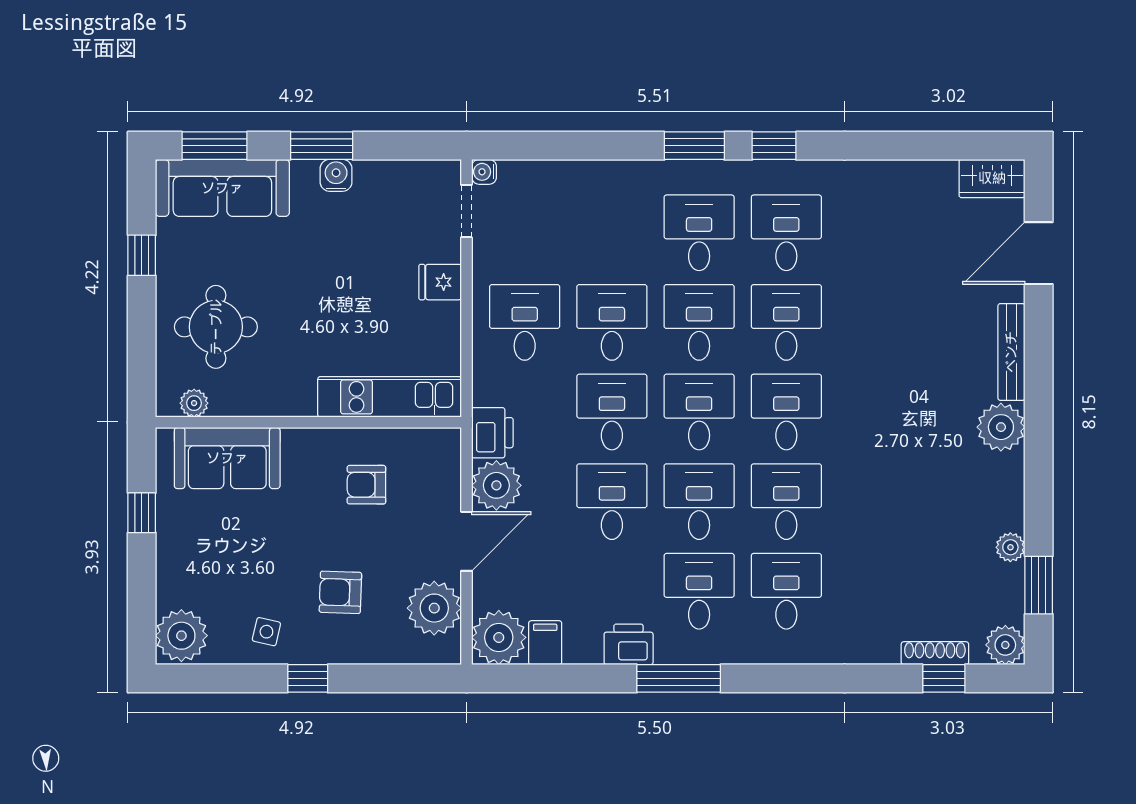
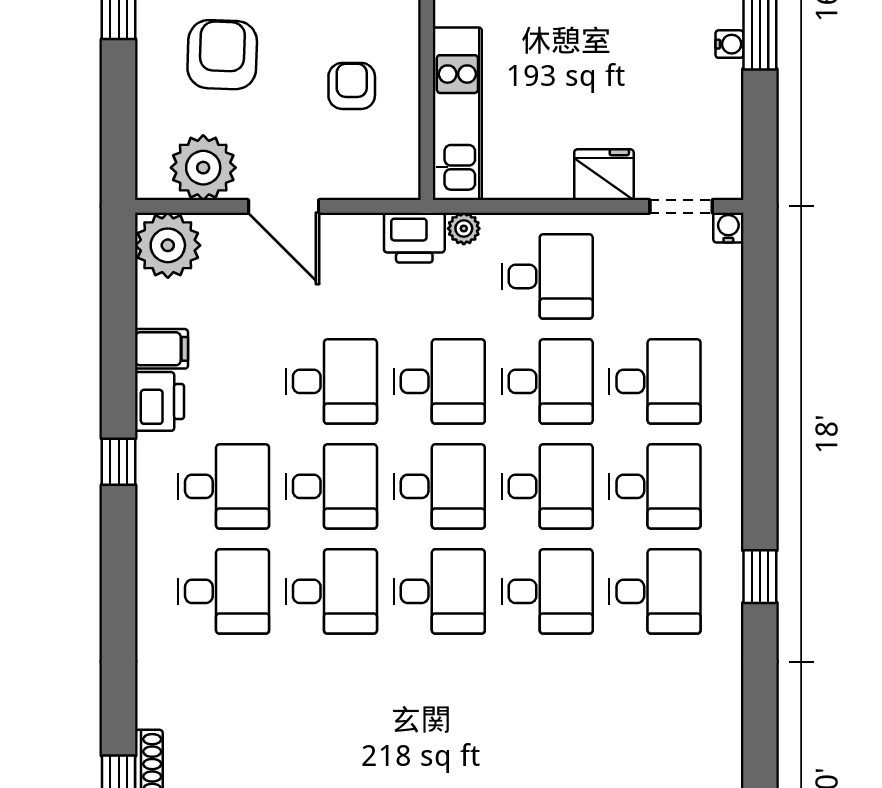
window: (694, 146) -> (760, 481), removed
water cooler: (336, 175) -> (729, 44), width x0.72, depth x0.72
desk: (612, 233) -> (655, 381), added
fridge: (440, 282) -> (604, 175), width x1.38
plant: (496, 485) -> (464, 228), moved, width x0.53, depth x0.53
armchair: (340, 592) -> (222, 55), width x1.38, depth x1.38
filing cabinet: (545, 643) -> (162, 349), moved
window: (679, 678) -> (119, 462), width x0.46

